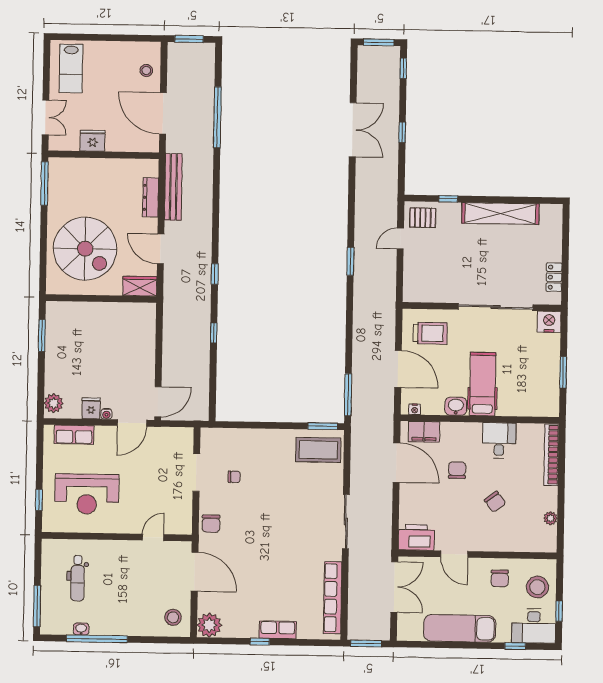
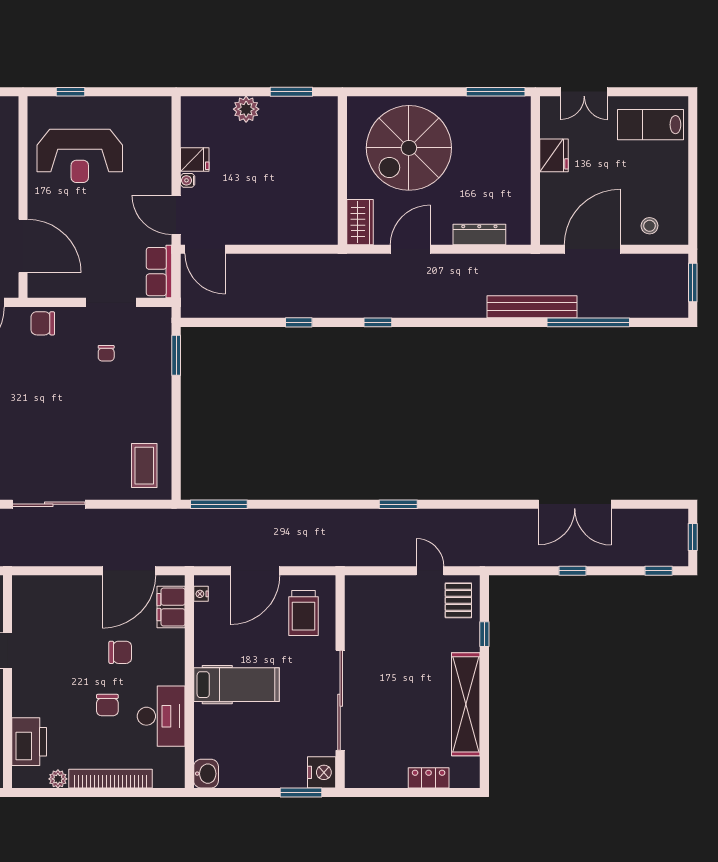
window: (379, 42) -> (693, 537), width x0.67
bench: (173, 187) -> (532, 307), moved
locker: (554, 277) -> (429, 778), moved
window: (563, 372) -> (301, 793), moved
plant: (54, 403) -> (246, 109), moved
washbasin: (456, 406) -> (206, 774), moved
window: (323, 426) -> (176, 355), moved
row of seats: (74, 435) -> (159, 272), moved
desk: (499, 440) -> (161, 716), width x1.37
coffee table: (318, 450) -> (144, 466), width x0.73, depth x0.76
bookcase: (551, 455) -> (111, 779), moved
reception desk: (87, 494) -> (80, 156), turned -90
chair: (495, 502) -> (107, 705), moved, turned -53
door: (153, 537) -> (23, 246), width x1.88
printer: (416, 537) -> (29, 742), moved

